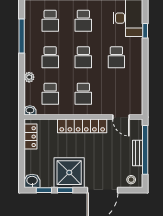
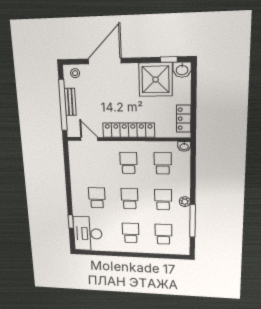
plant: (29, 77) -> (185, 202), moved
shower: (69, 173) -> (156, 80), moved
window: (65, 190) -> (145, 60), removed

